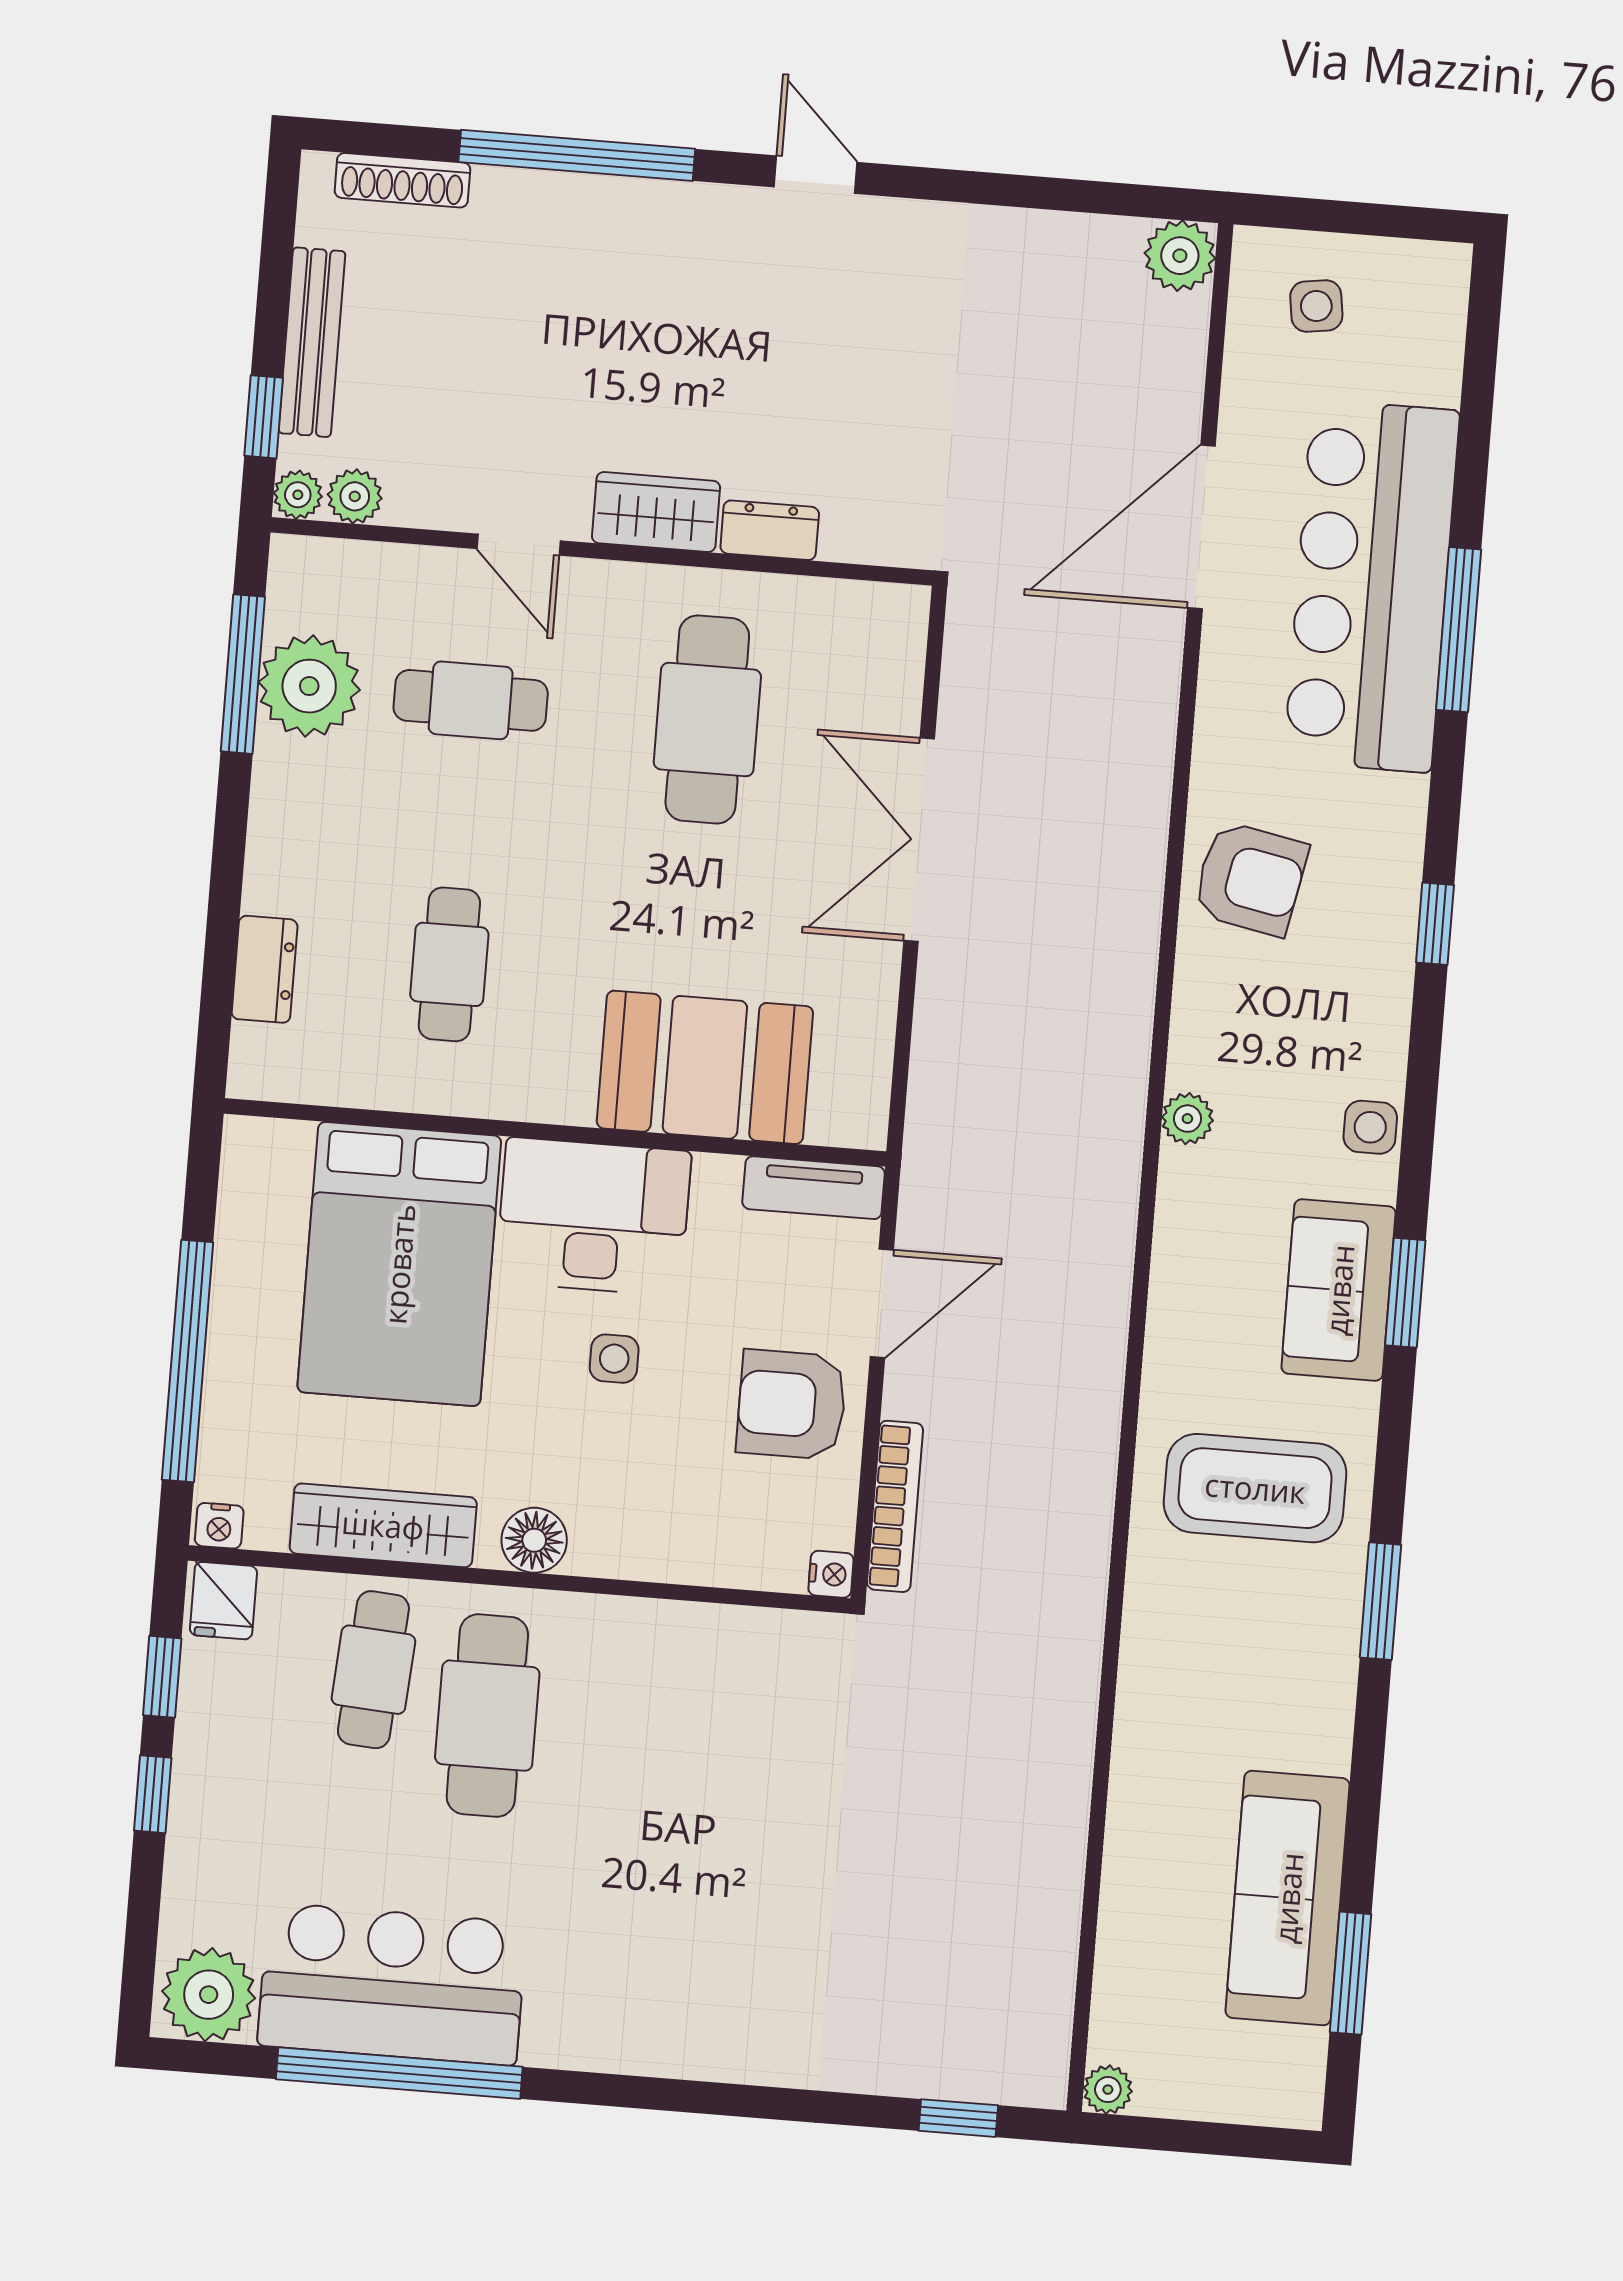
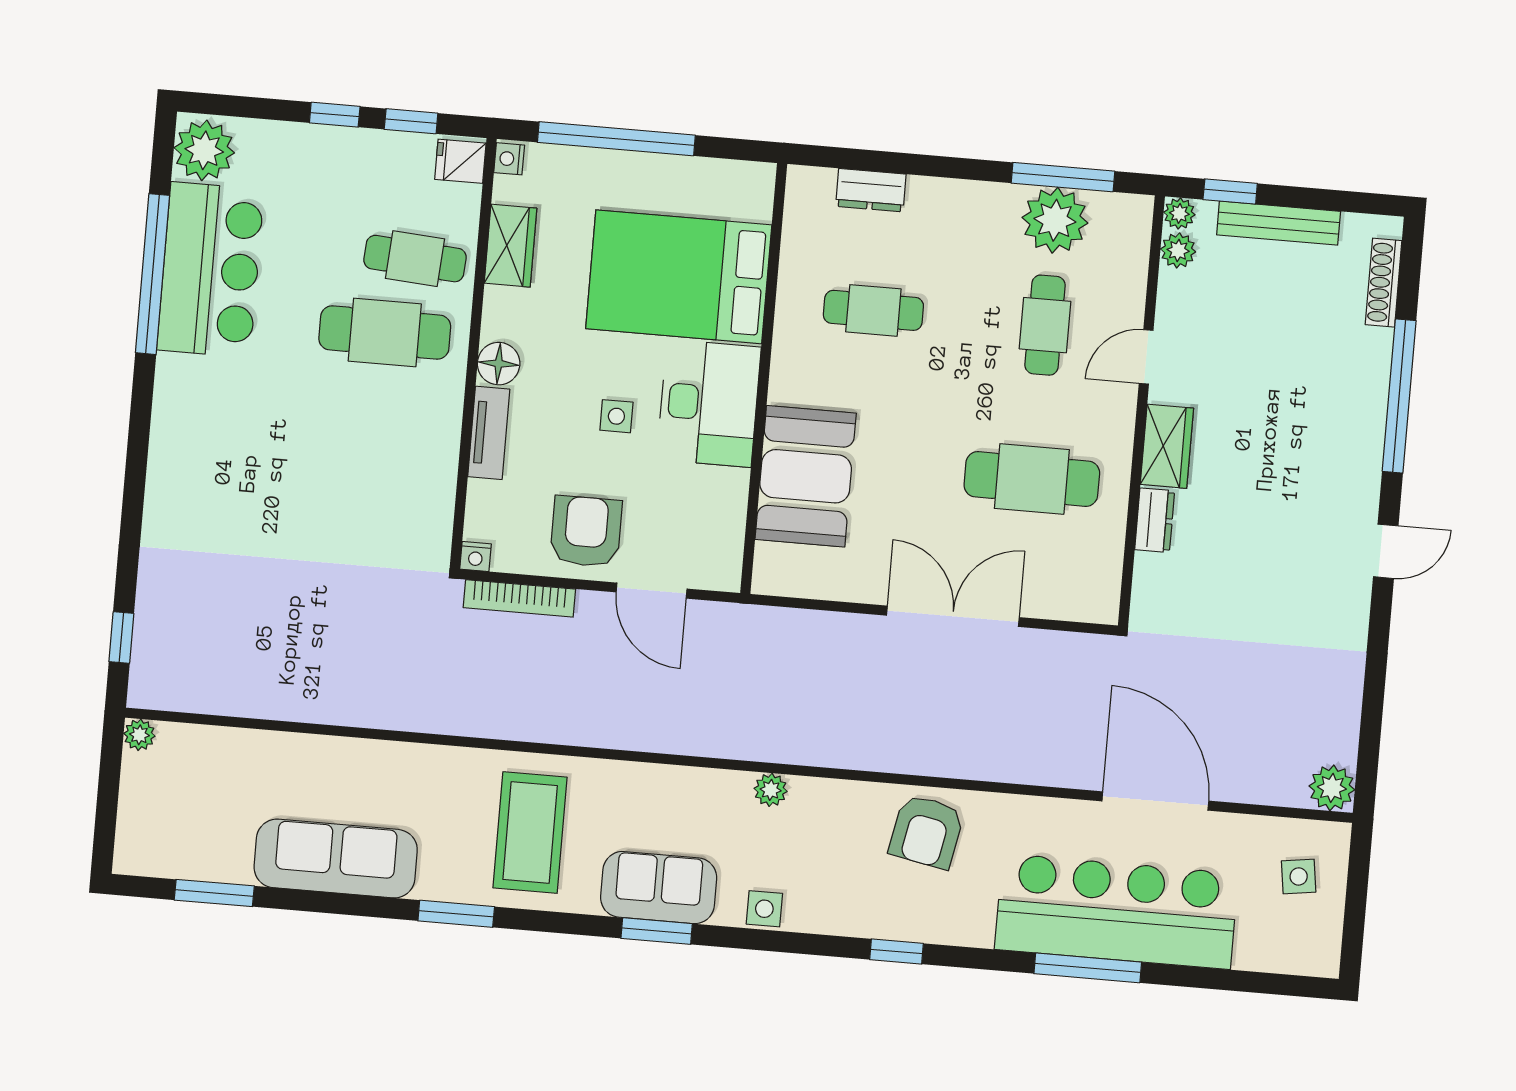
tv unit: (813, 1188) -> (489, 433), moved, turned 180
wardrobe: (383, 1525) -> (510, 246), width x0.67
sofa: (1288, 1898) -> (336, 859), moved

